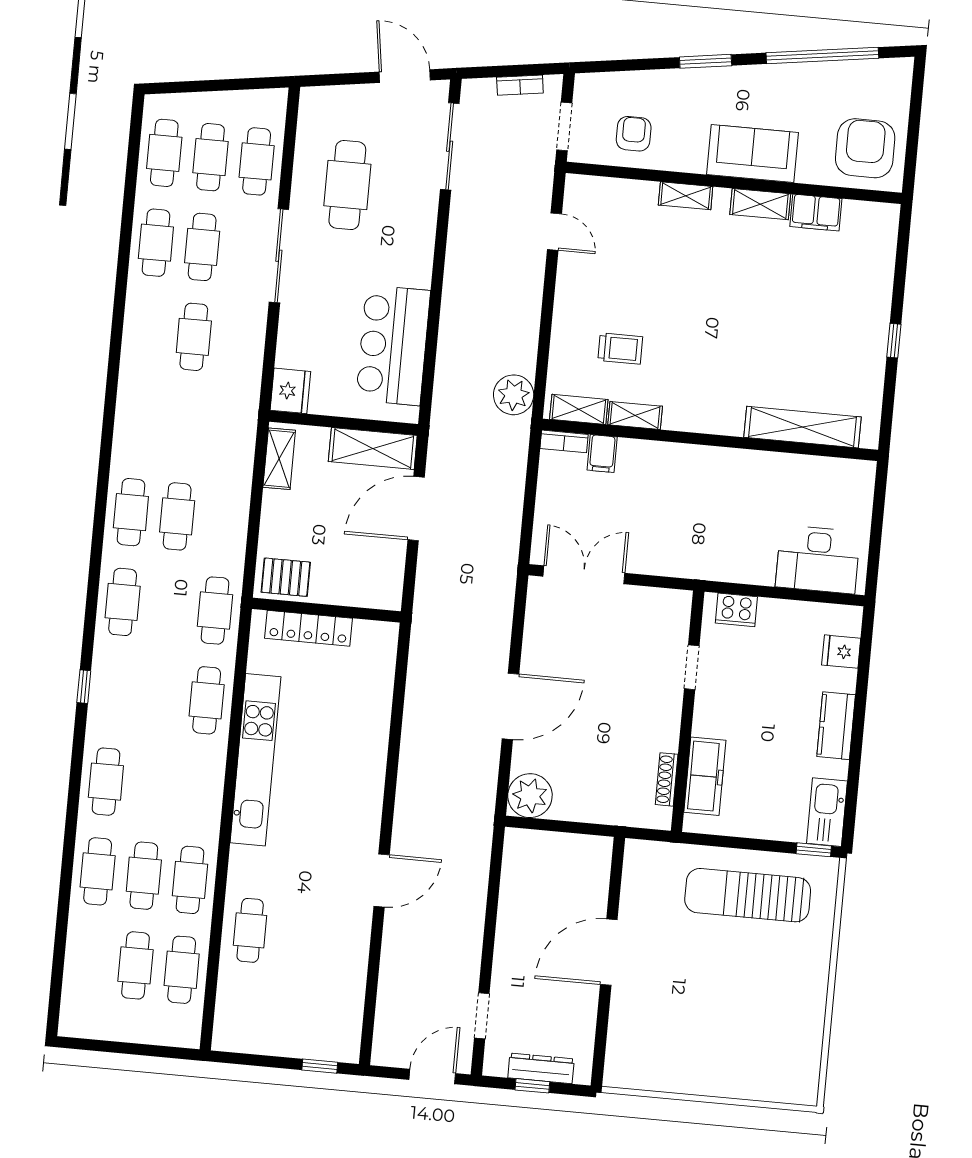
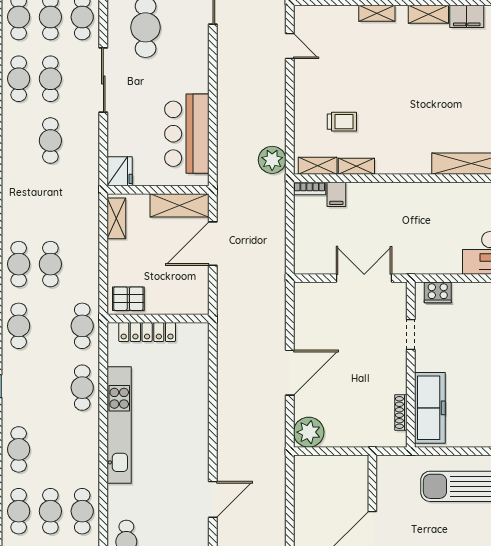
double door: (584, 575) -> (364, 278), moved
freezer: (705, 776) -> (430, 408), width x1.36, depth x1.26

